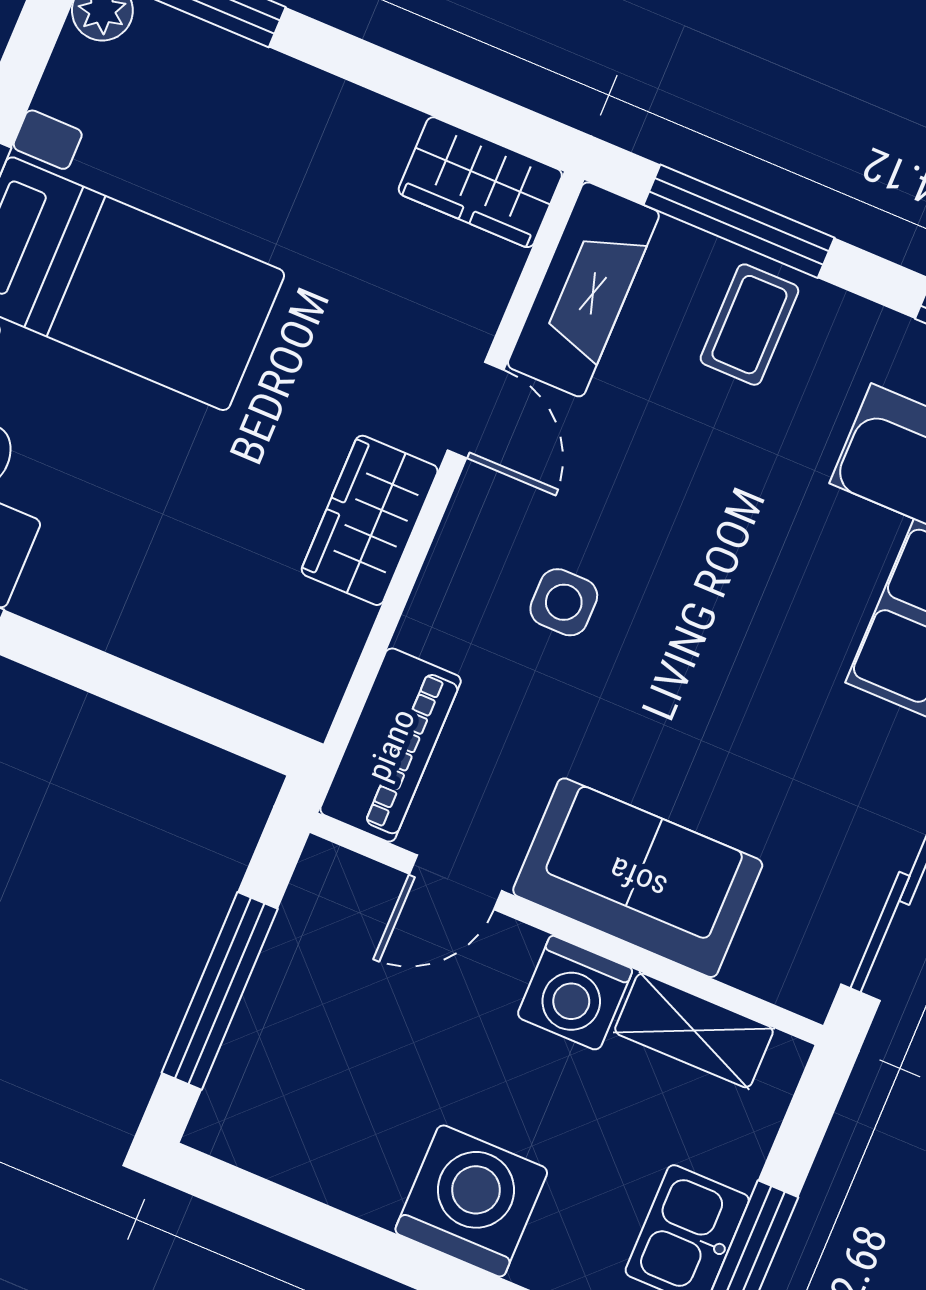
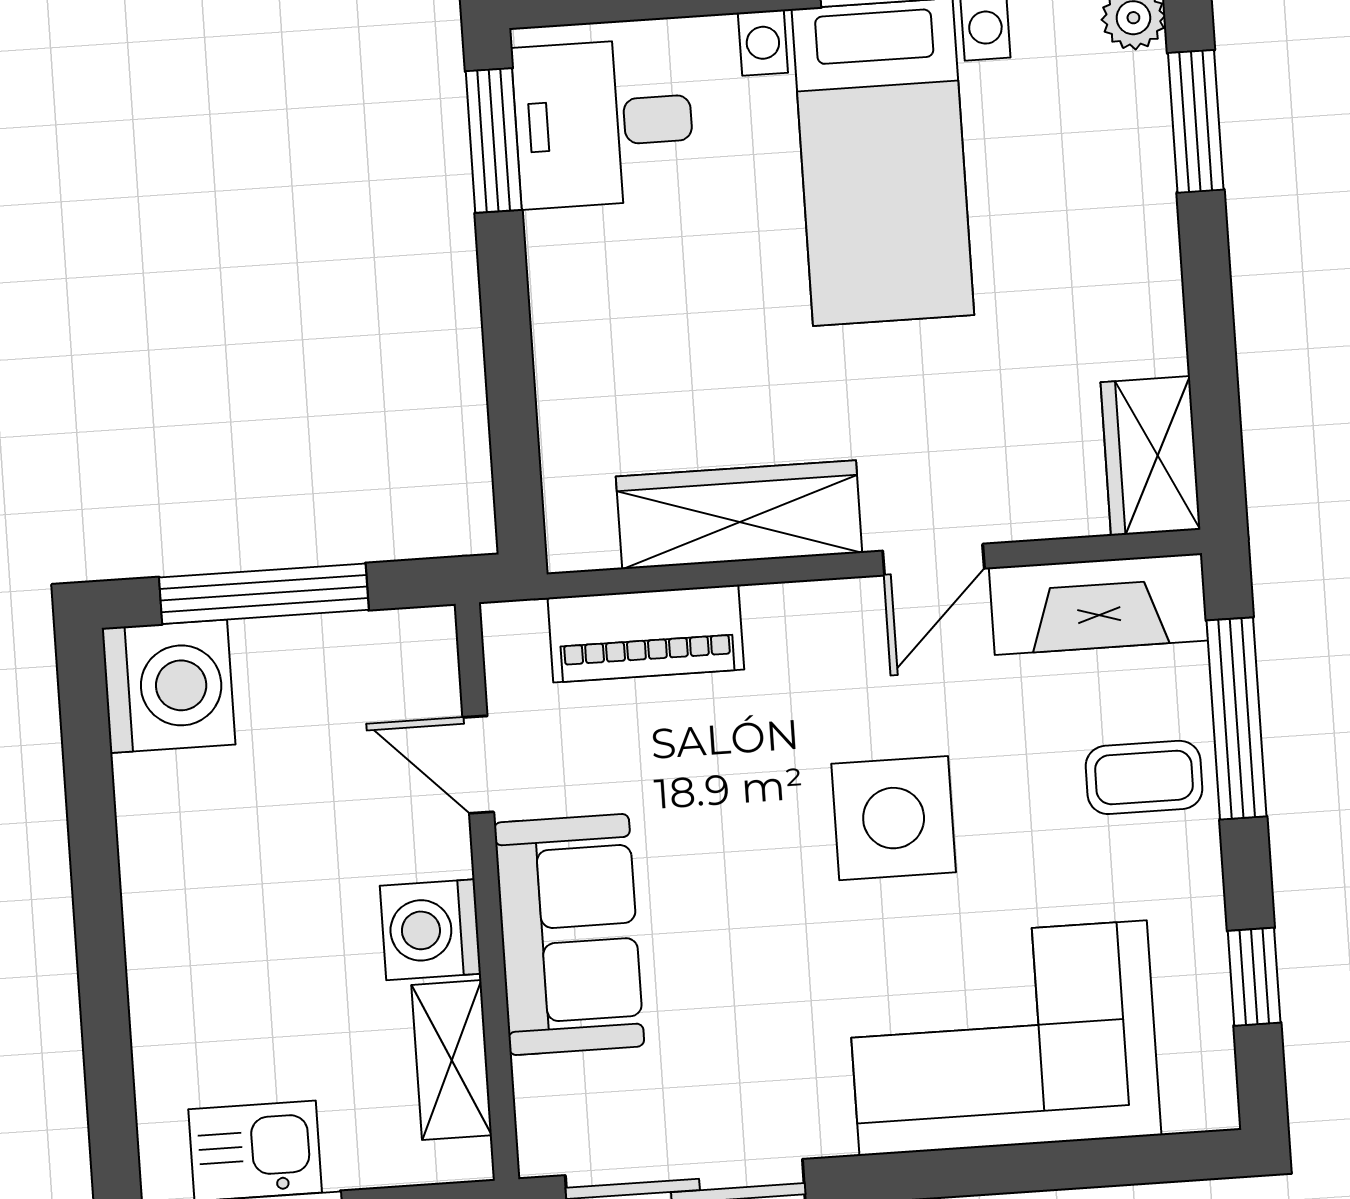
wardrobe: (370, 520) -> (739, 515), width x1.50
side table: (564, 602) -> (894, 818), moved, width x1.87, depth x1.87
piano: (391, 745) -> (646, 634), moved
washing machine: (471, 1201) -> (169, 686), moved

